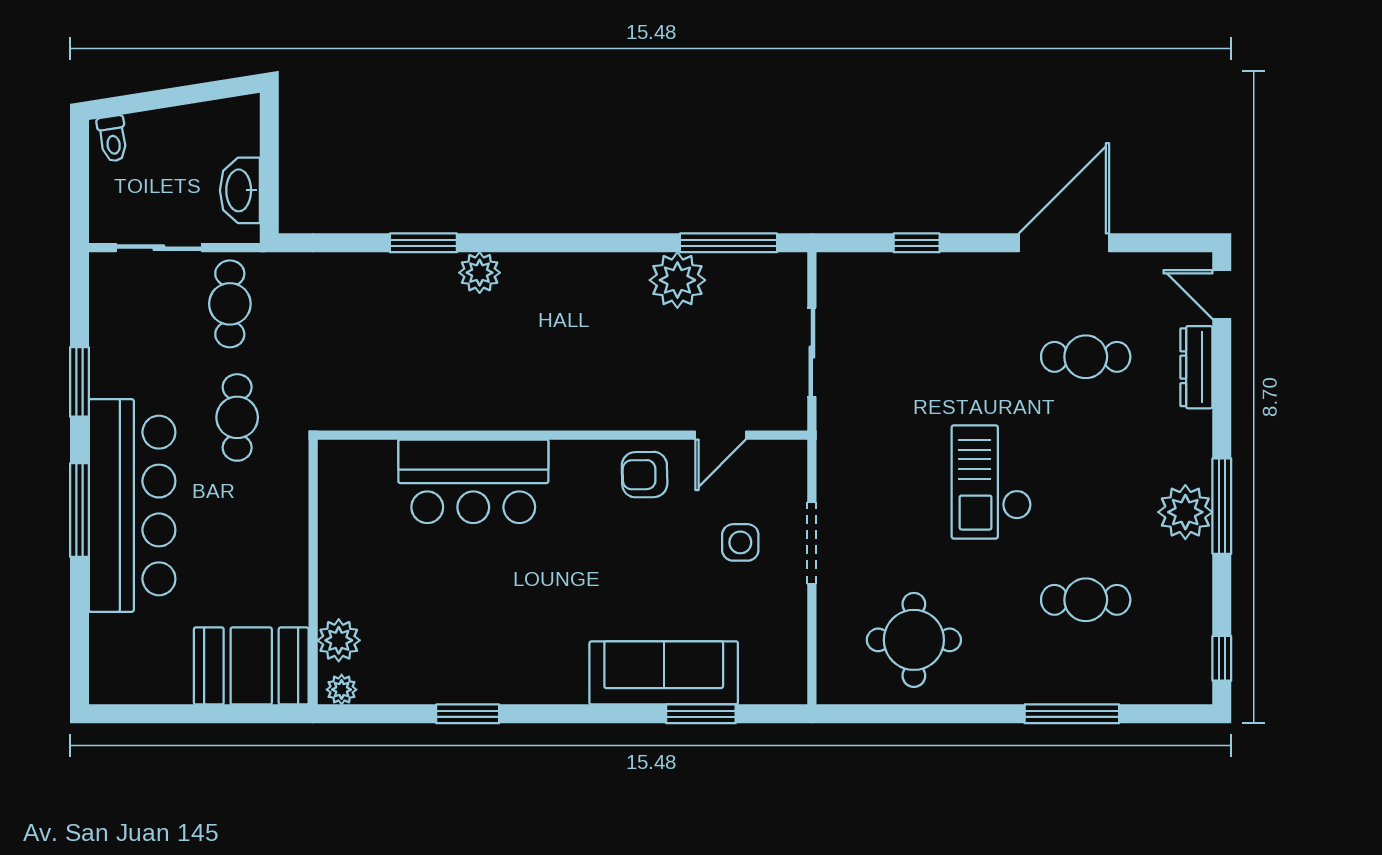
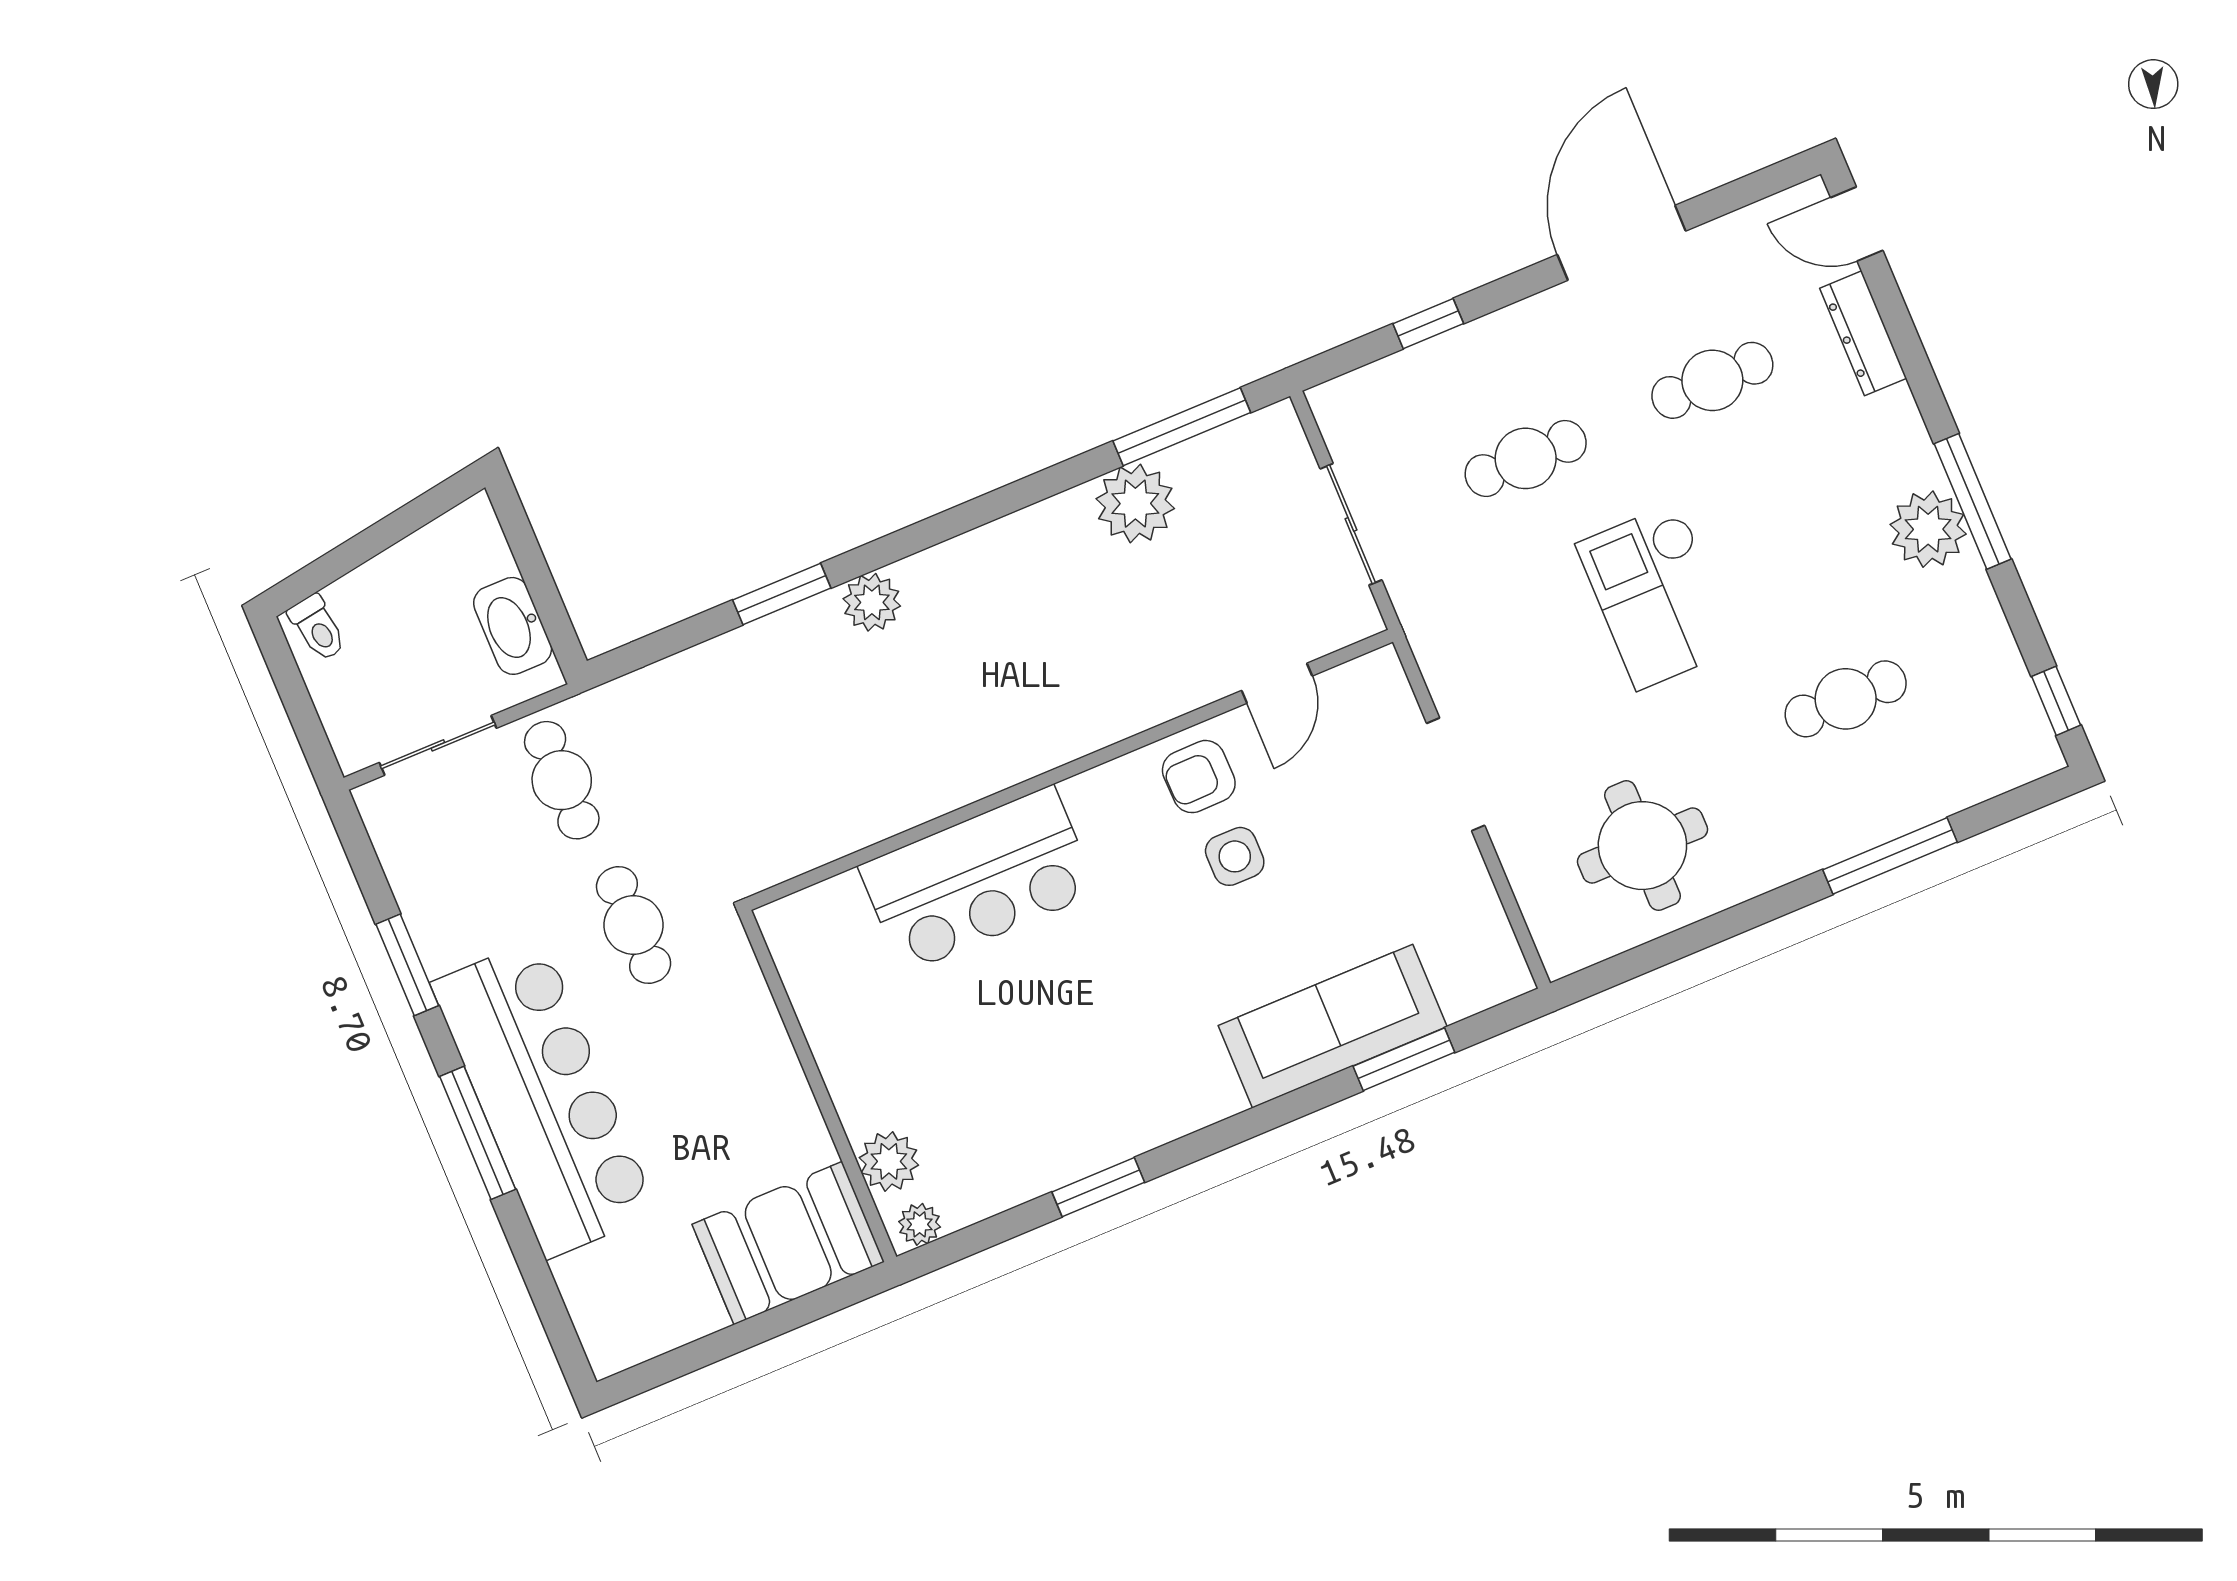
cafe table: (943, 357) -> (1526, 458), added
side table: (740, 542) -> (1235, 856), moved

